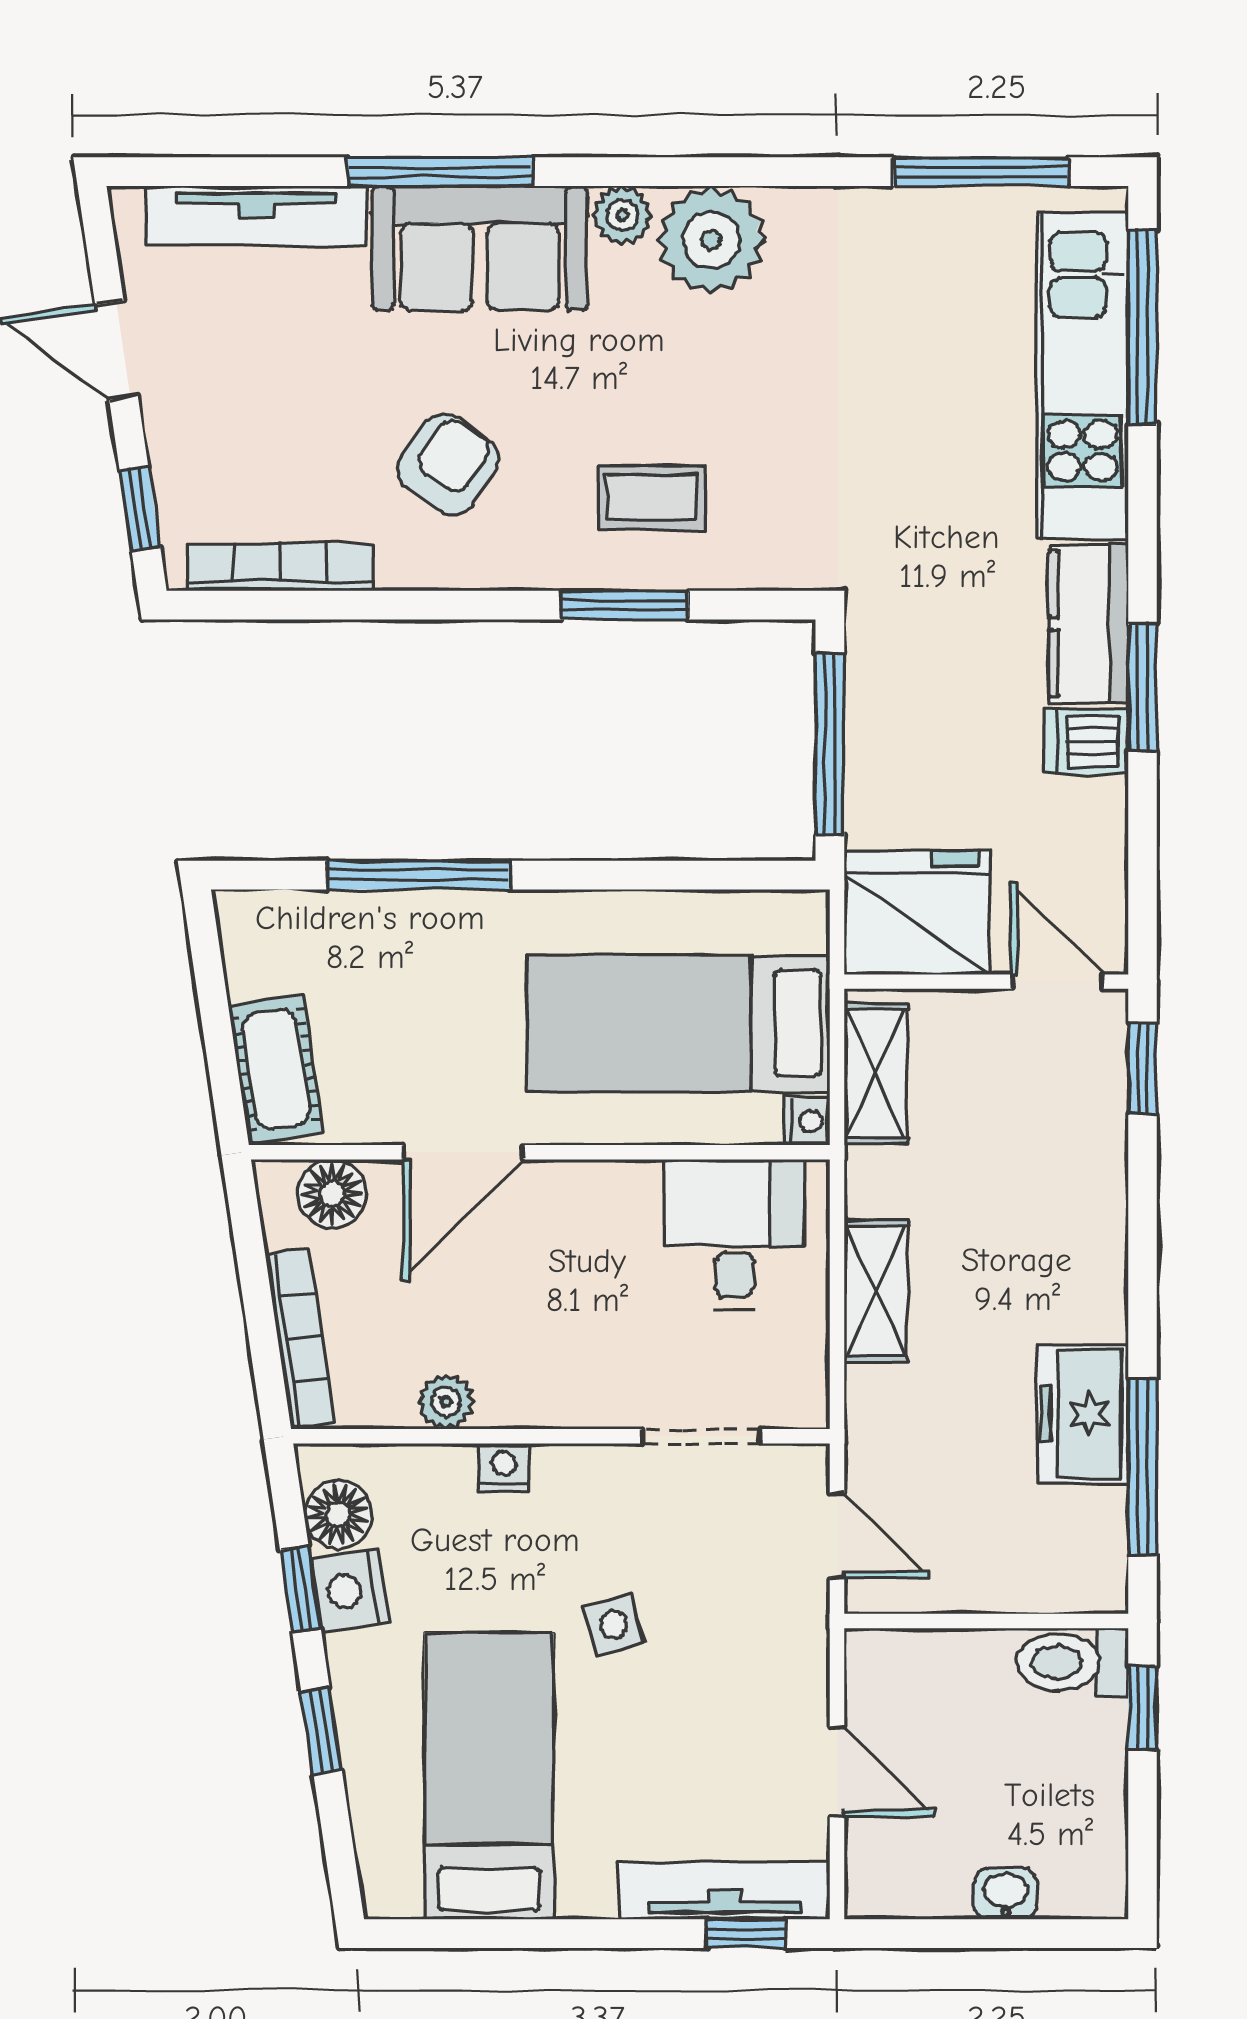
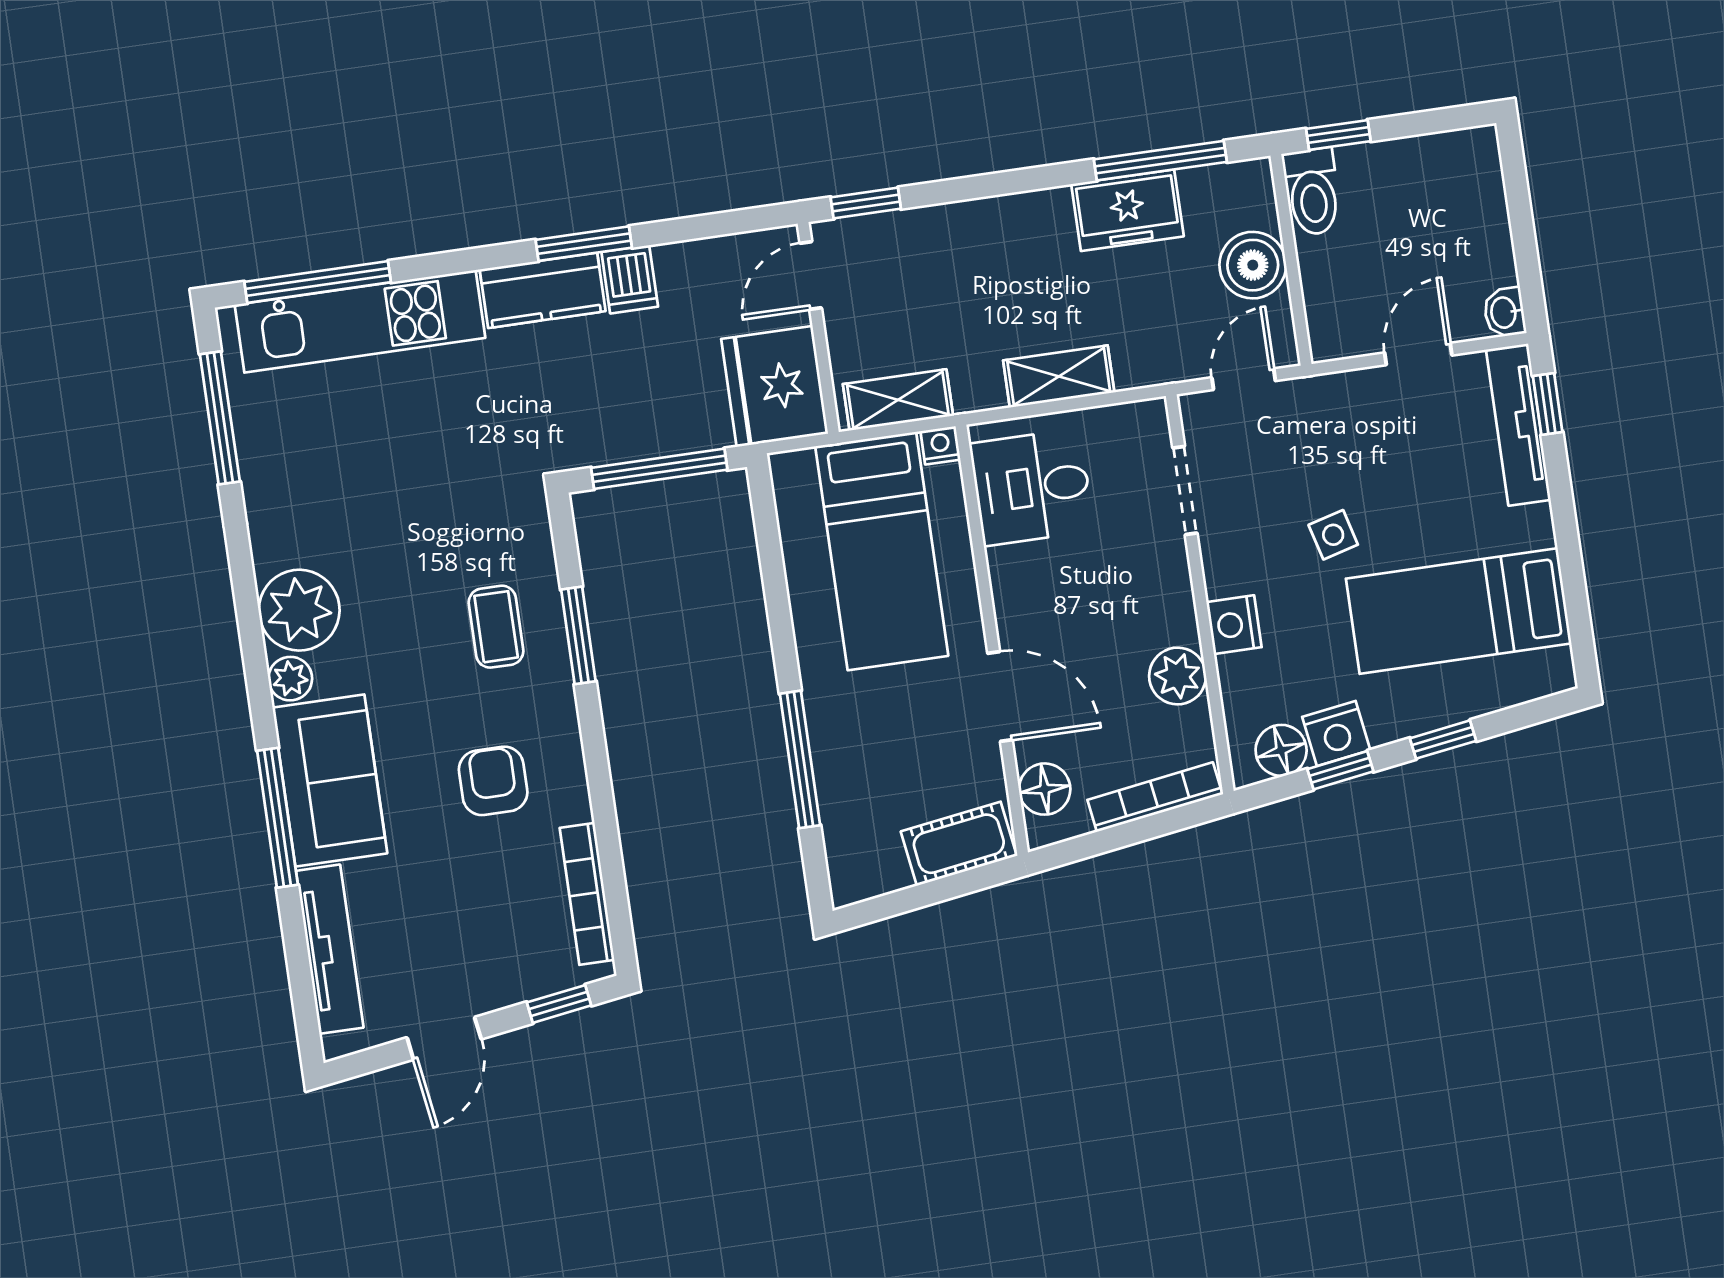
armchair: (448, 464) -> (493, 781), turned 55
plant: (446, 1402) -> (1178, 676), width x1.38, depth x1.38
nightstand: (504, 1467) -> (1234, 625), width x1.39, depth x1.35
boiler: (986, 1569) -> (1253, 265), added
washbasin: (1006, 1894) -> (1505, 312), moved

